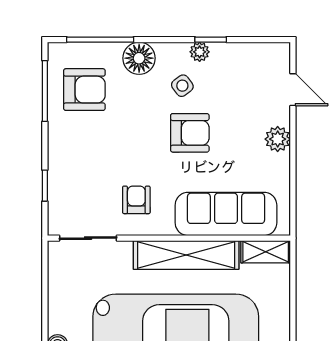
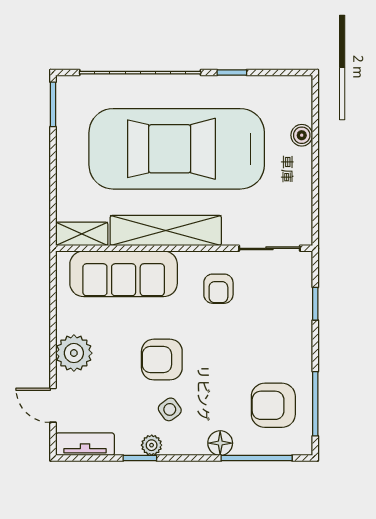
tv unit: (263, 53) -> (85, 444), added
floor lamp: (139, 58) -> (220, 443), width x0.73, depth x0.73
plant: (278, 139) -> (74, 353), width x1.36, depth x1.36

